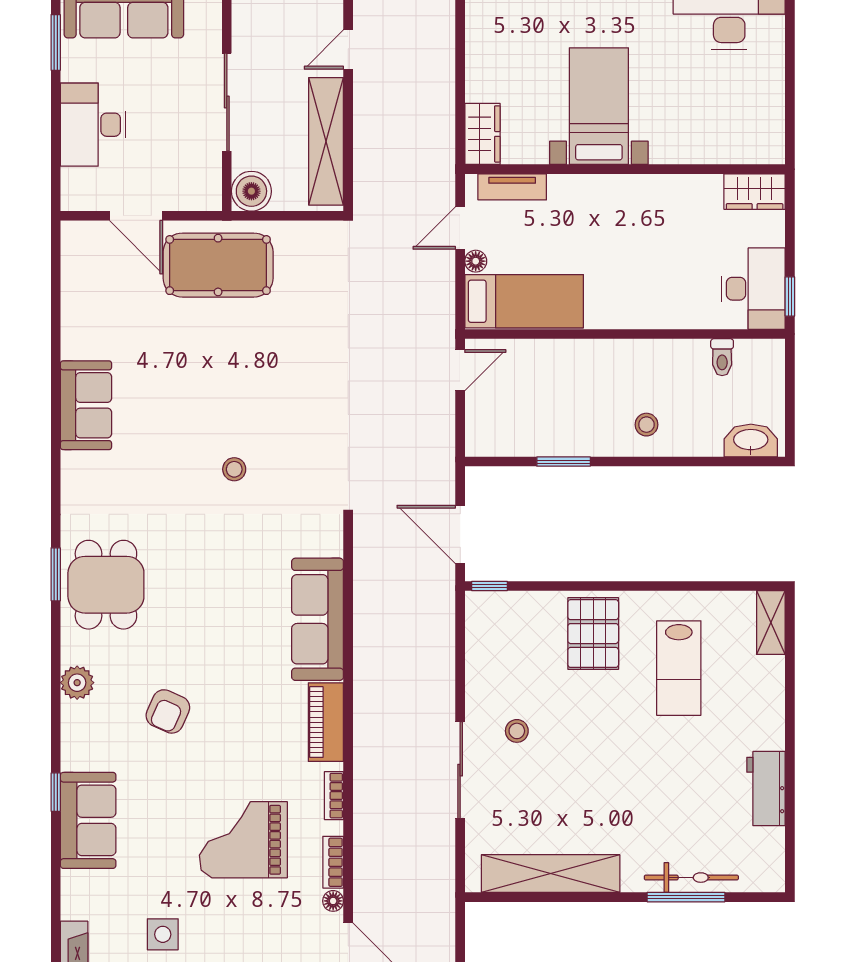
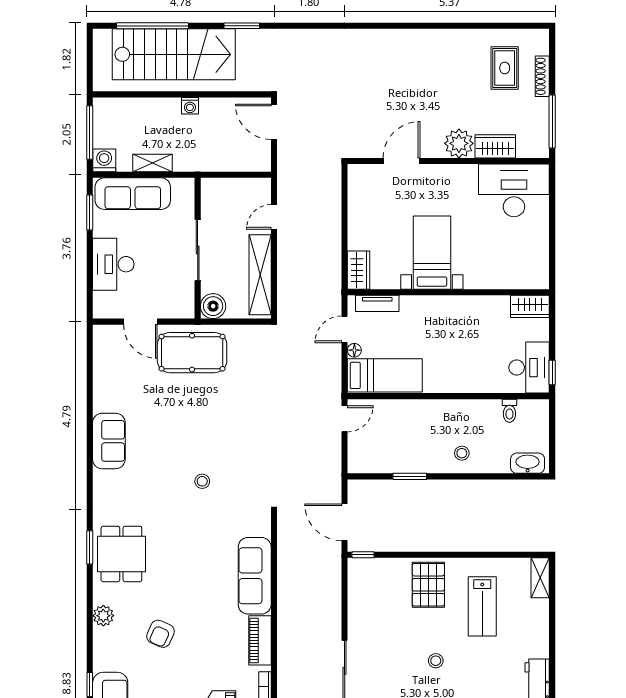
stool: (517, 731) -> (436, 661), moved

